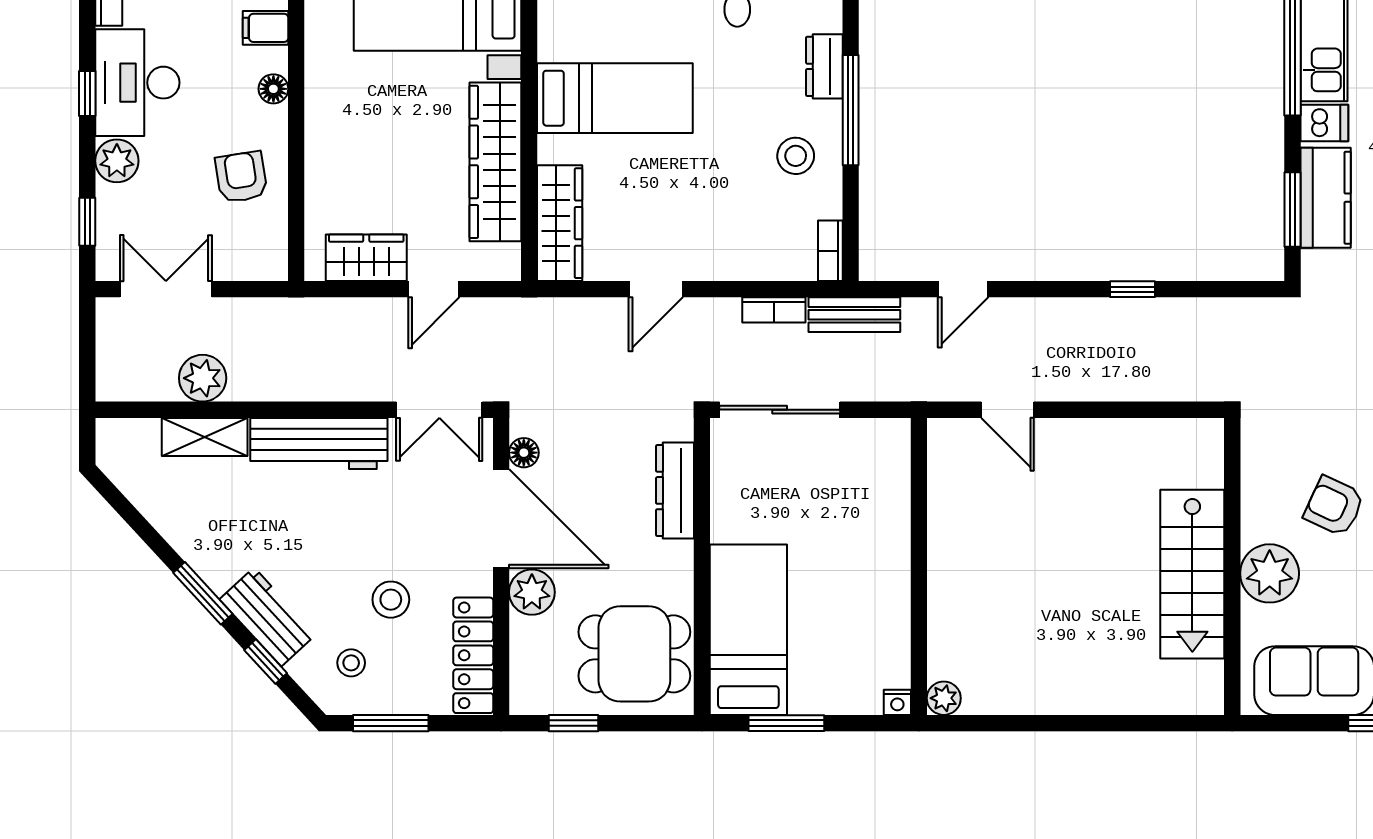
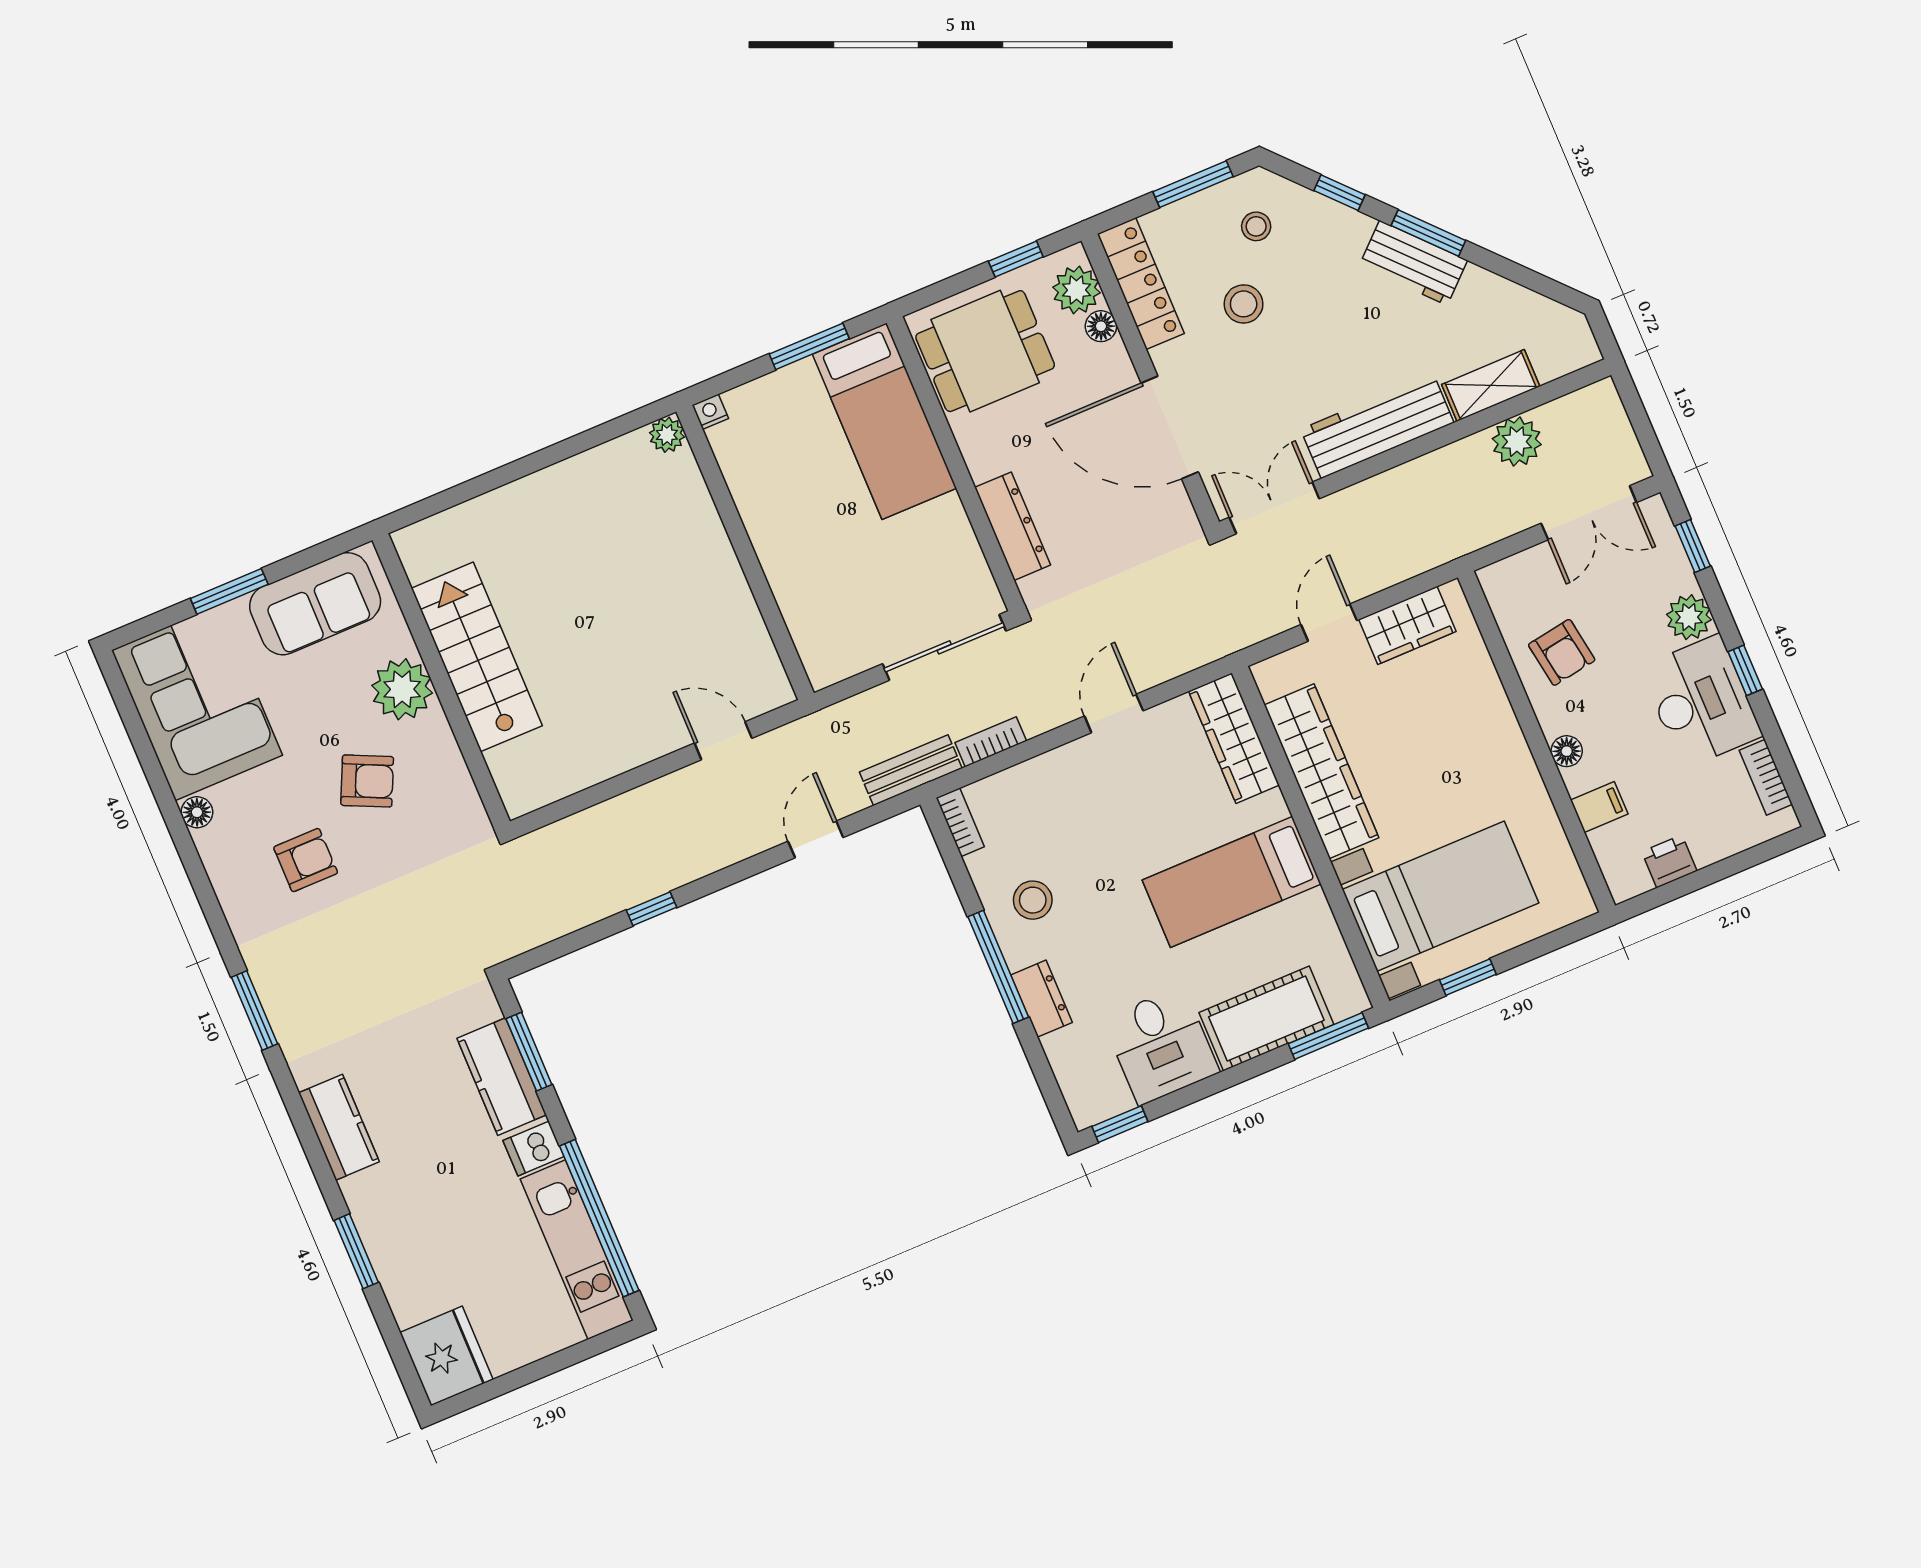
floor lamp: (524, 453) -> (1101, 326), moved
plant: (532, 592) -> (1076, 290), moved
workbench: (268, 617) -> (1413, 263), moved

